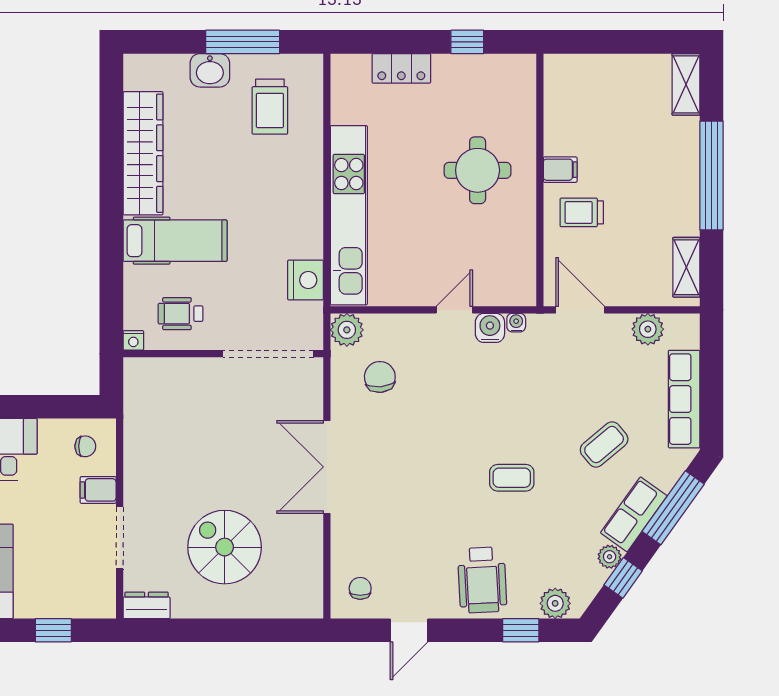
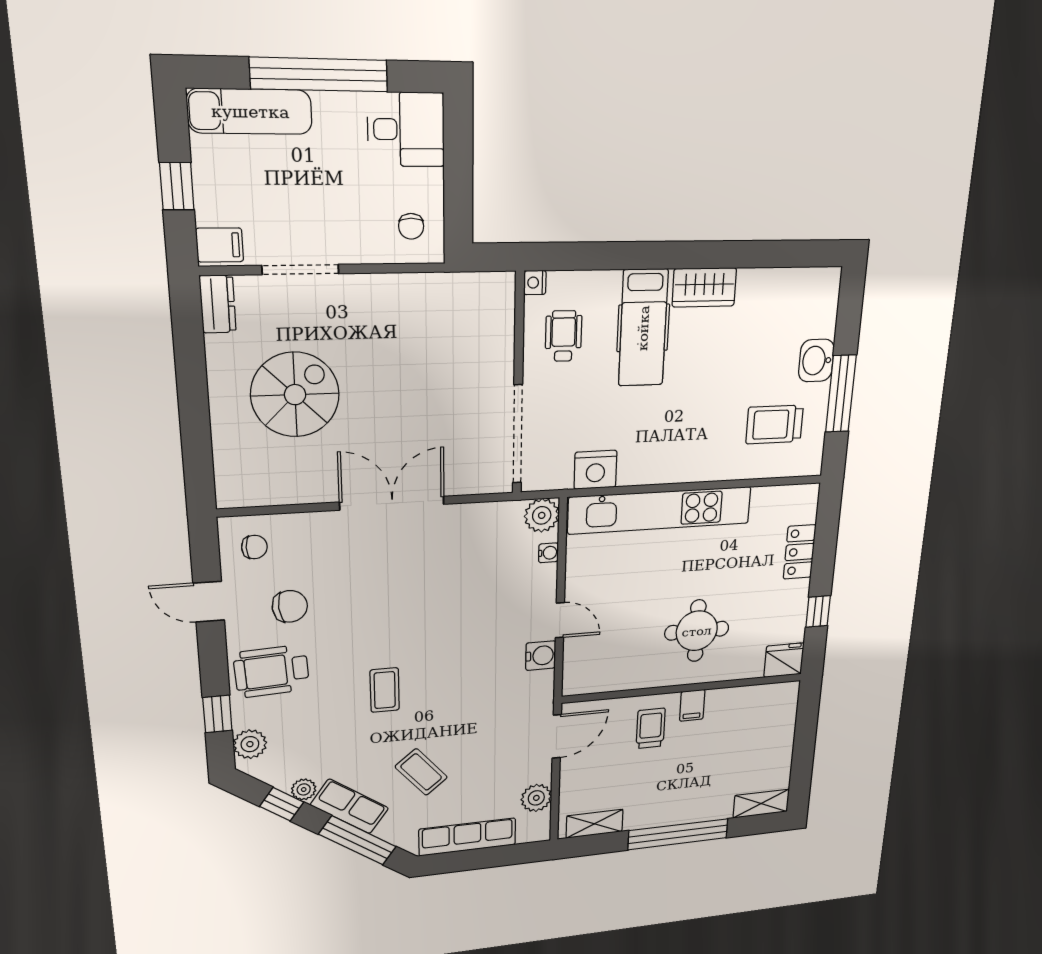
fridge: (519, 74) -> (784, 660), added
wardrobe: (143, 153) -> (704, 287), width x0.48, depth x0.85
water cooler: (516, 323) -> (548, 553), moved
chair: (380, 377) -> (290, 606), moved
filing cabinet: (98, 490) -> (220, 245), moved, turned 90

